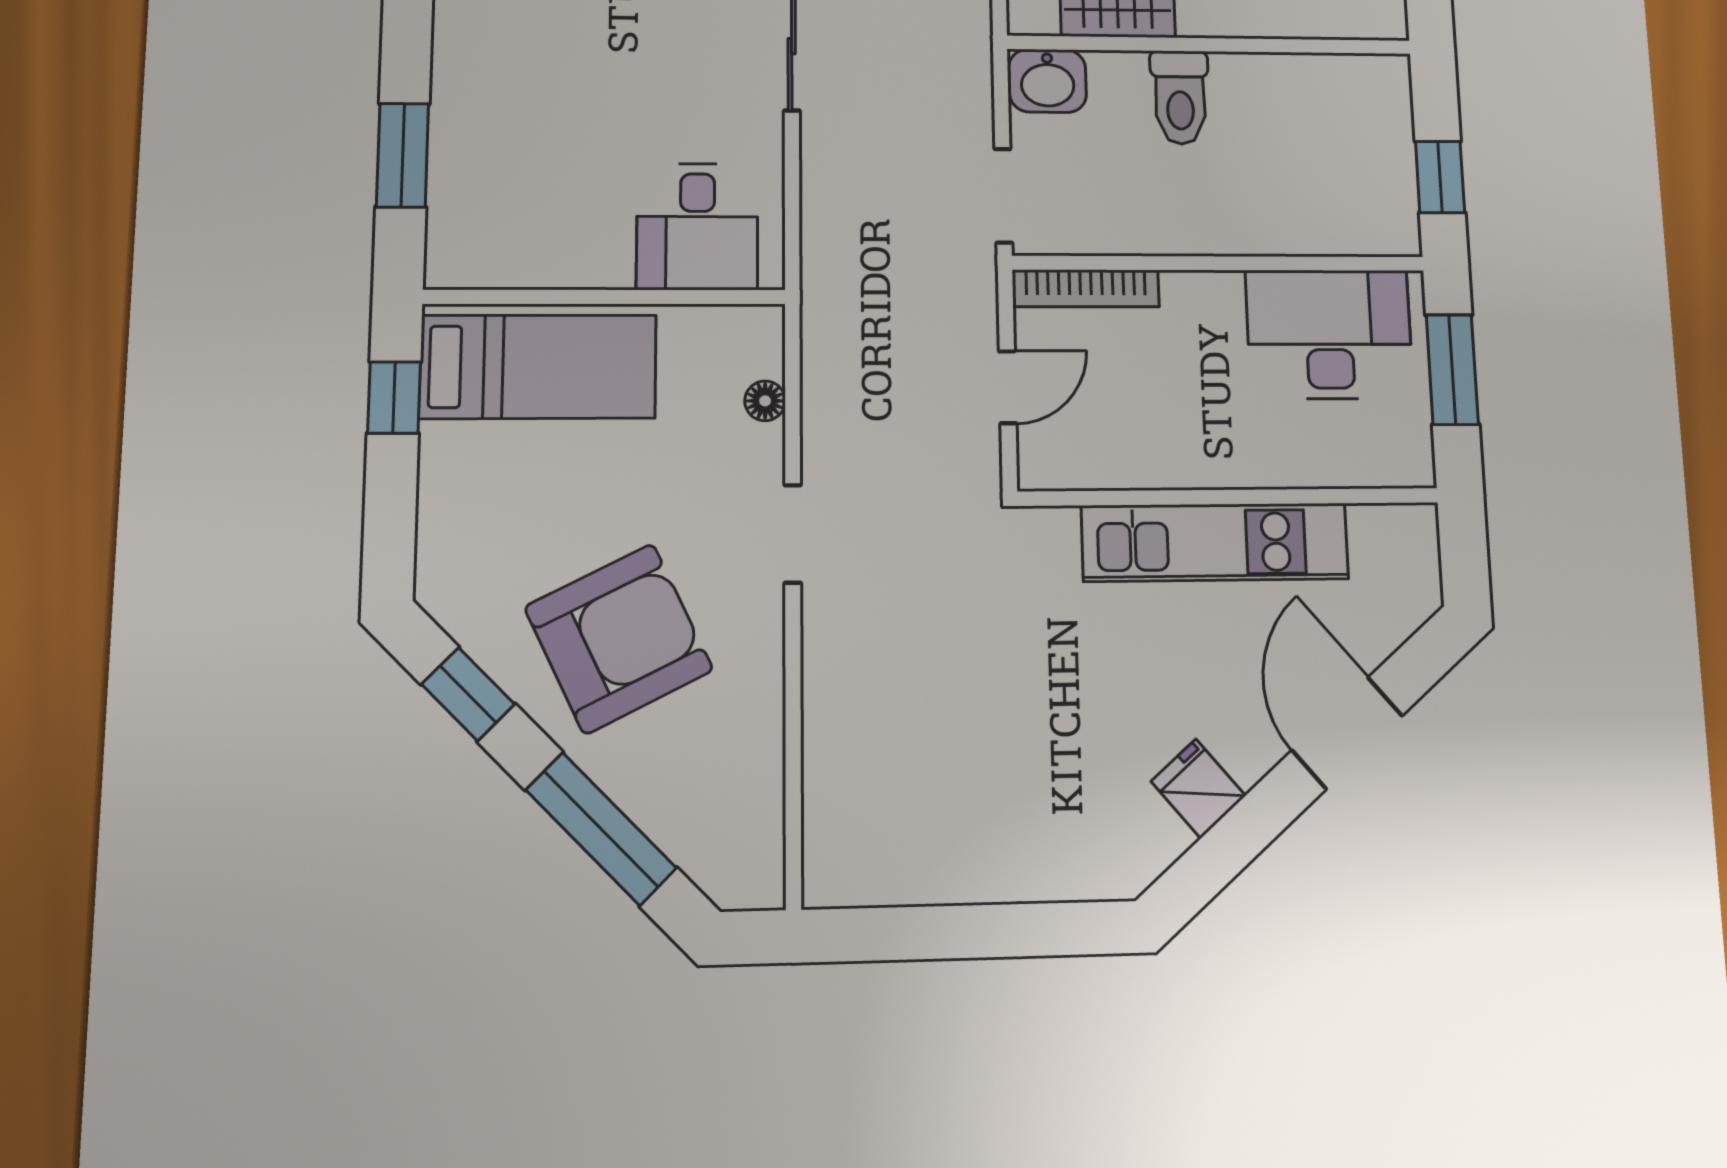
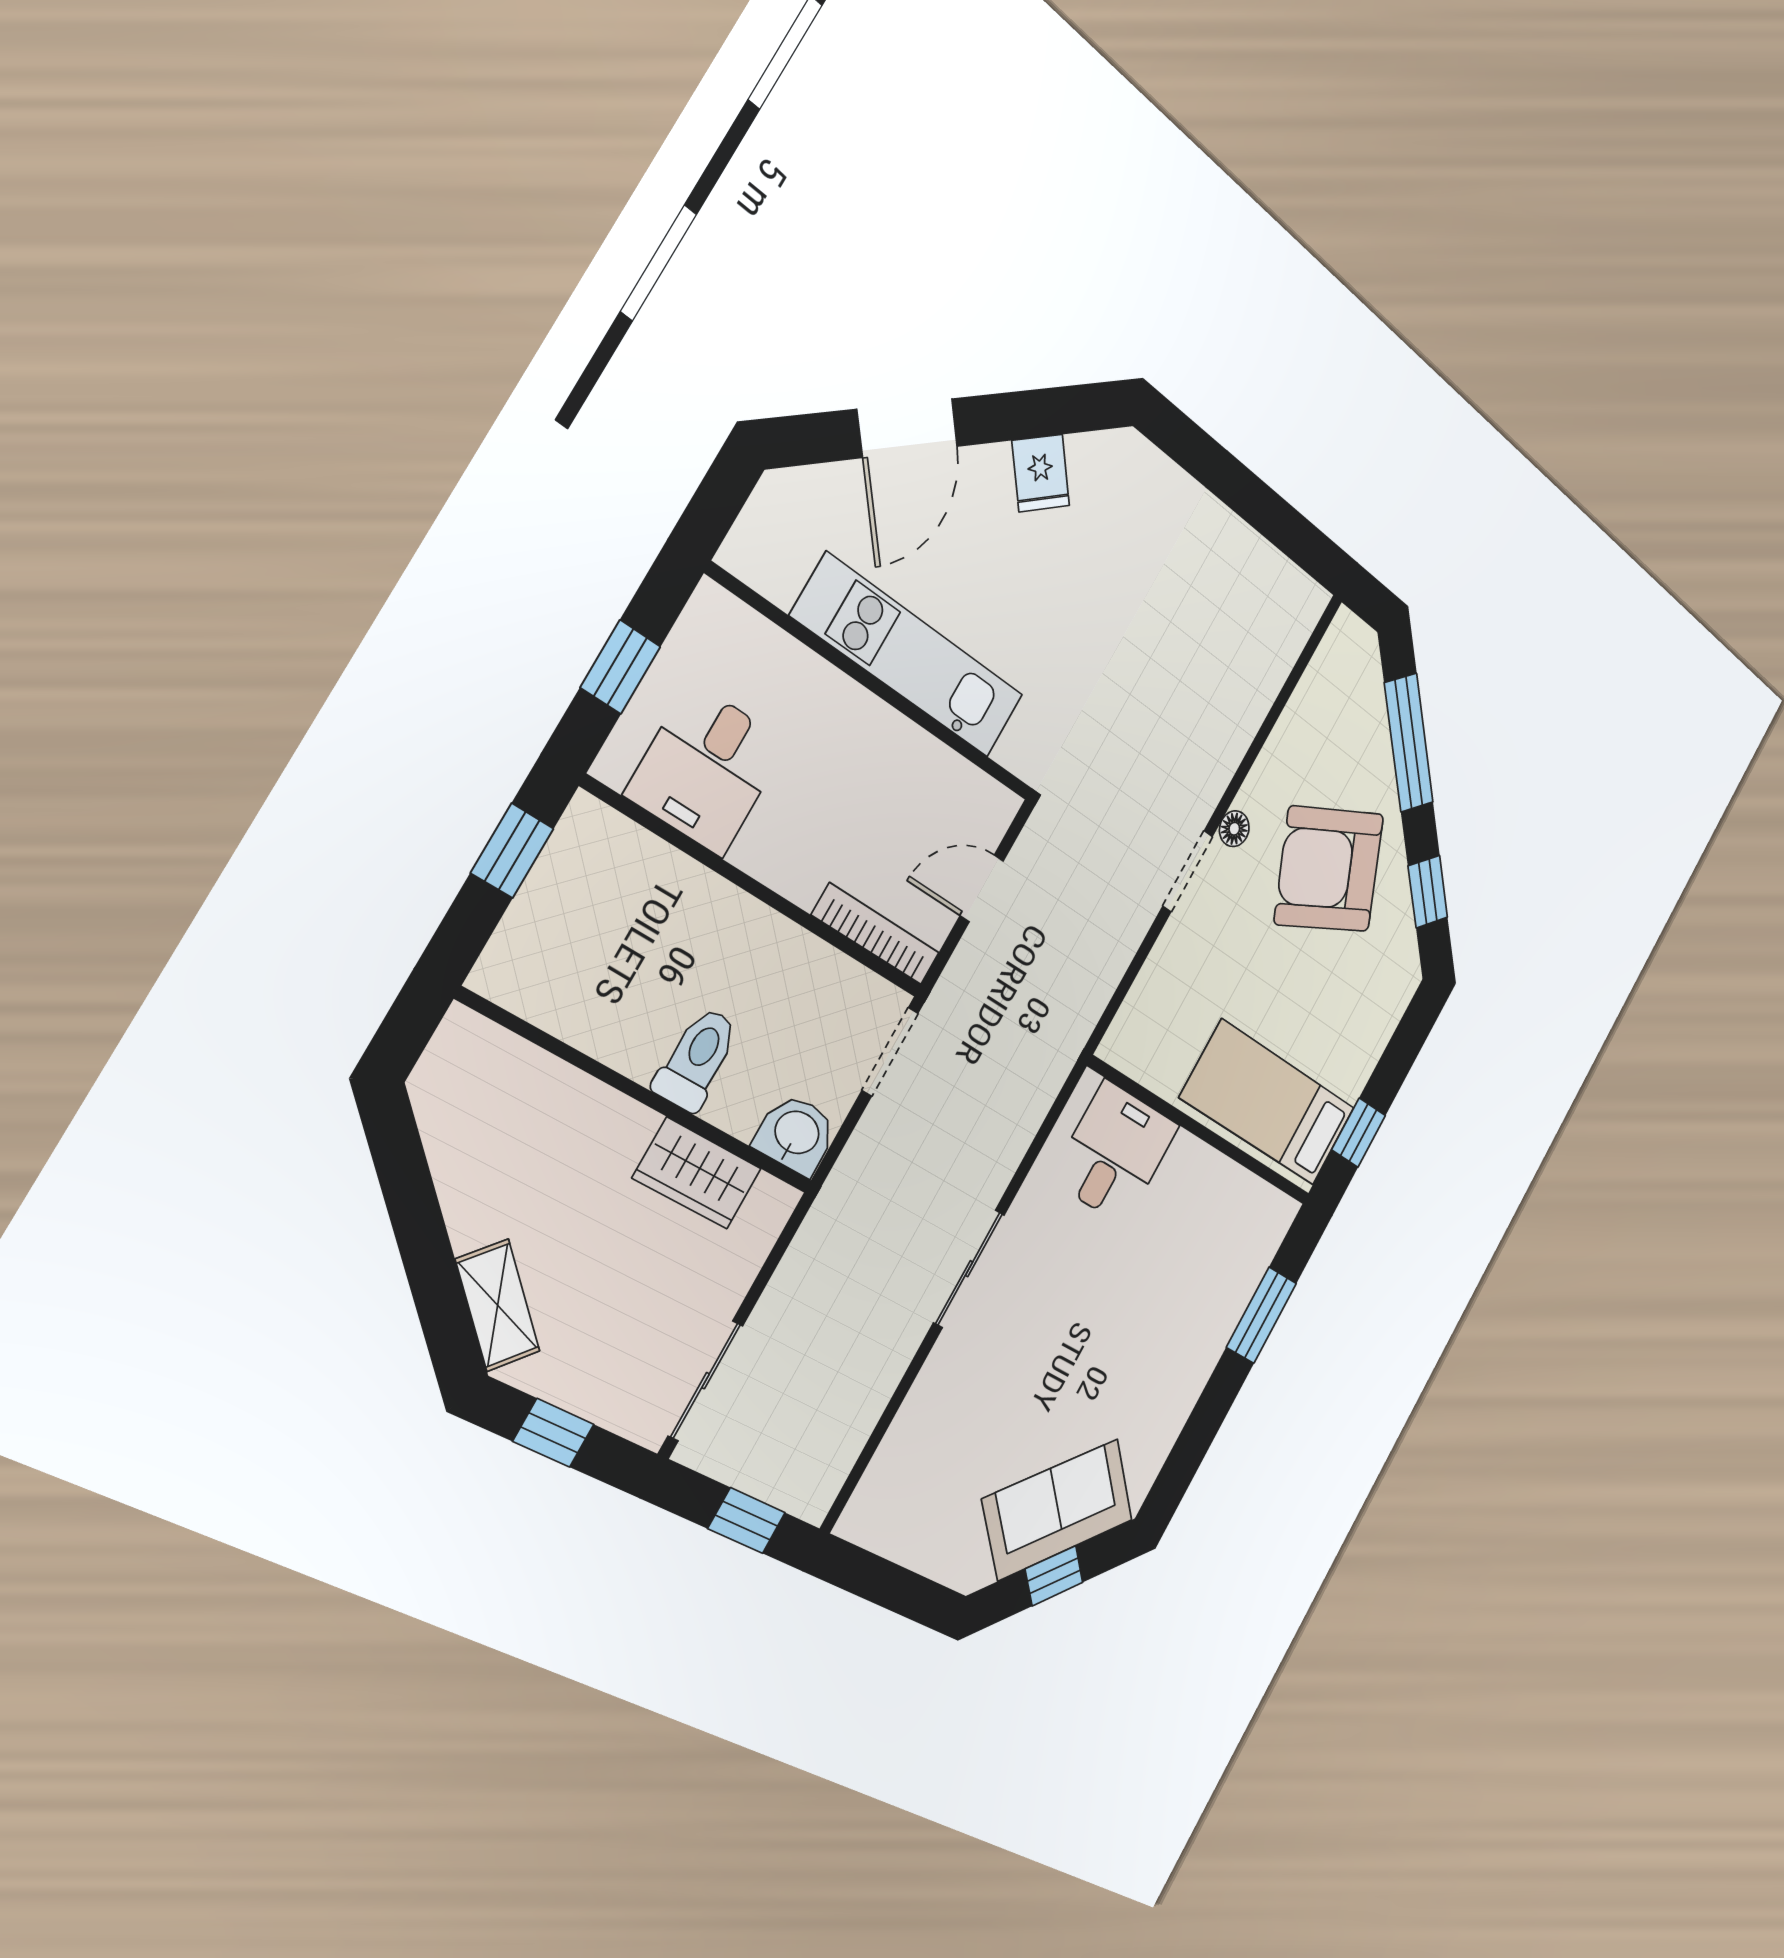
desk: (1329, 334) -> (706, 769), width x0.73
window: (1452, 369) -> (620, 667), width x0.67
floor lamp: (765, 401) -> (1234, 829), moved

